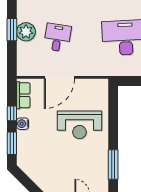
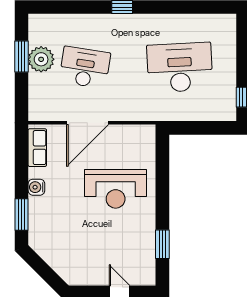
desk: (57, 38) -> (85, 67), width x1.37
window: (12, 113) -> (22, 173), removed
window: (113, 165) -> (162, 244), width x0.69

